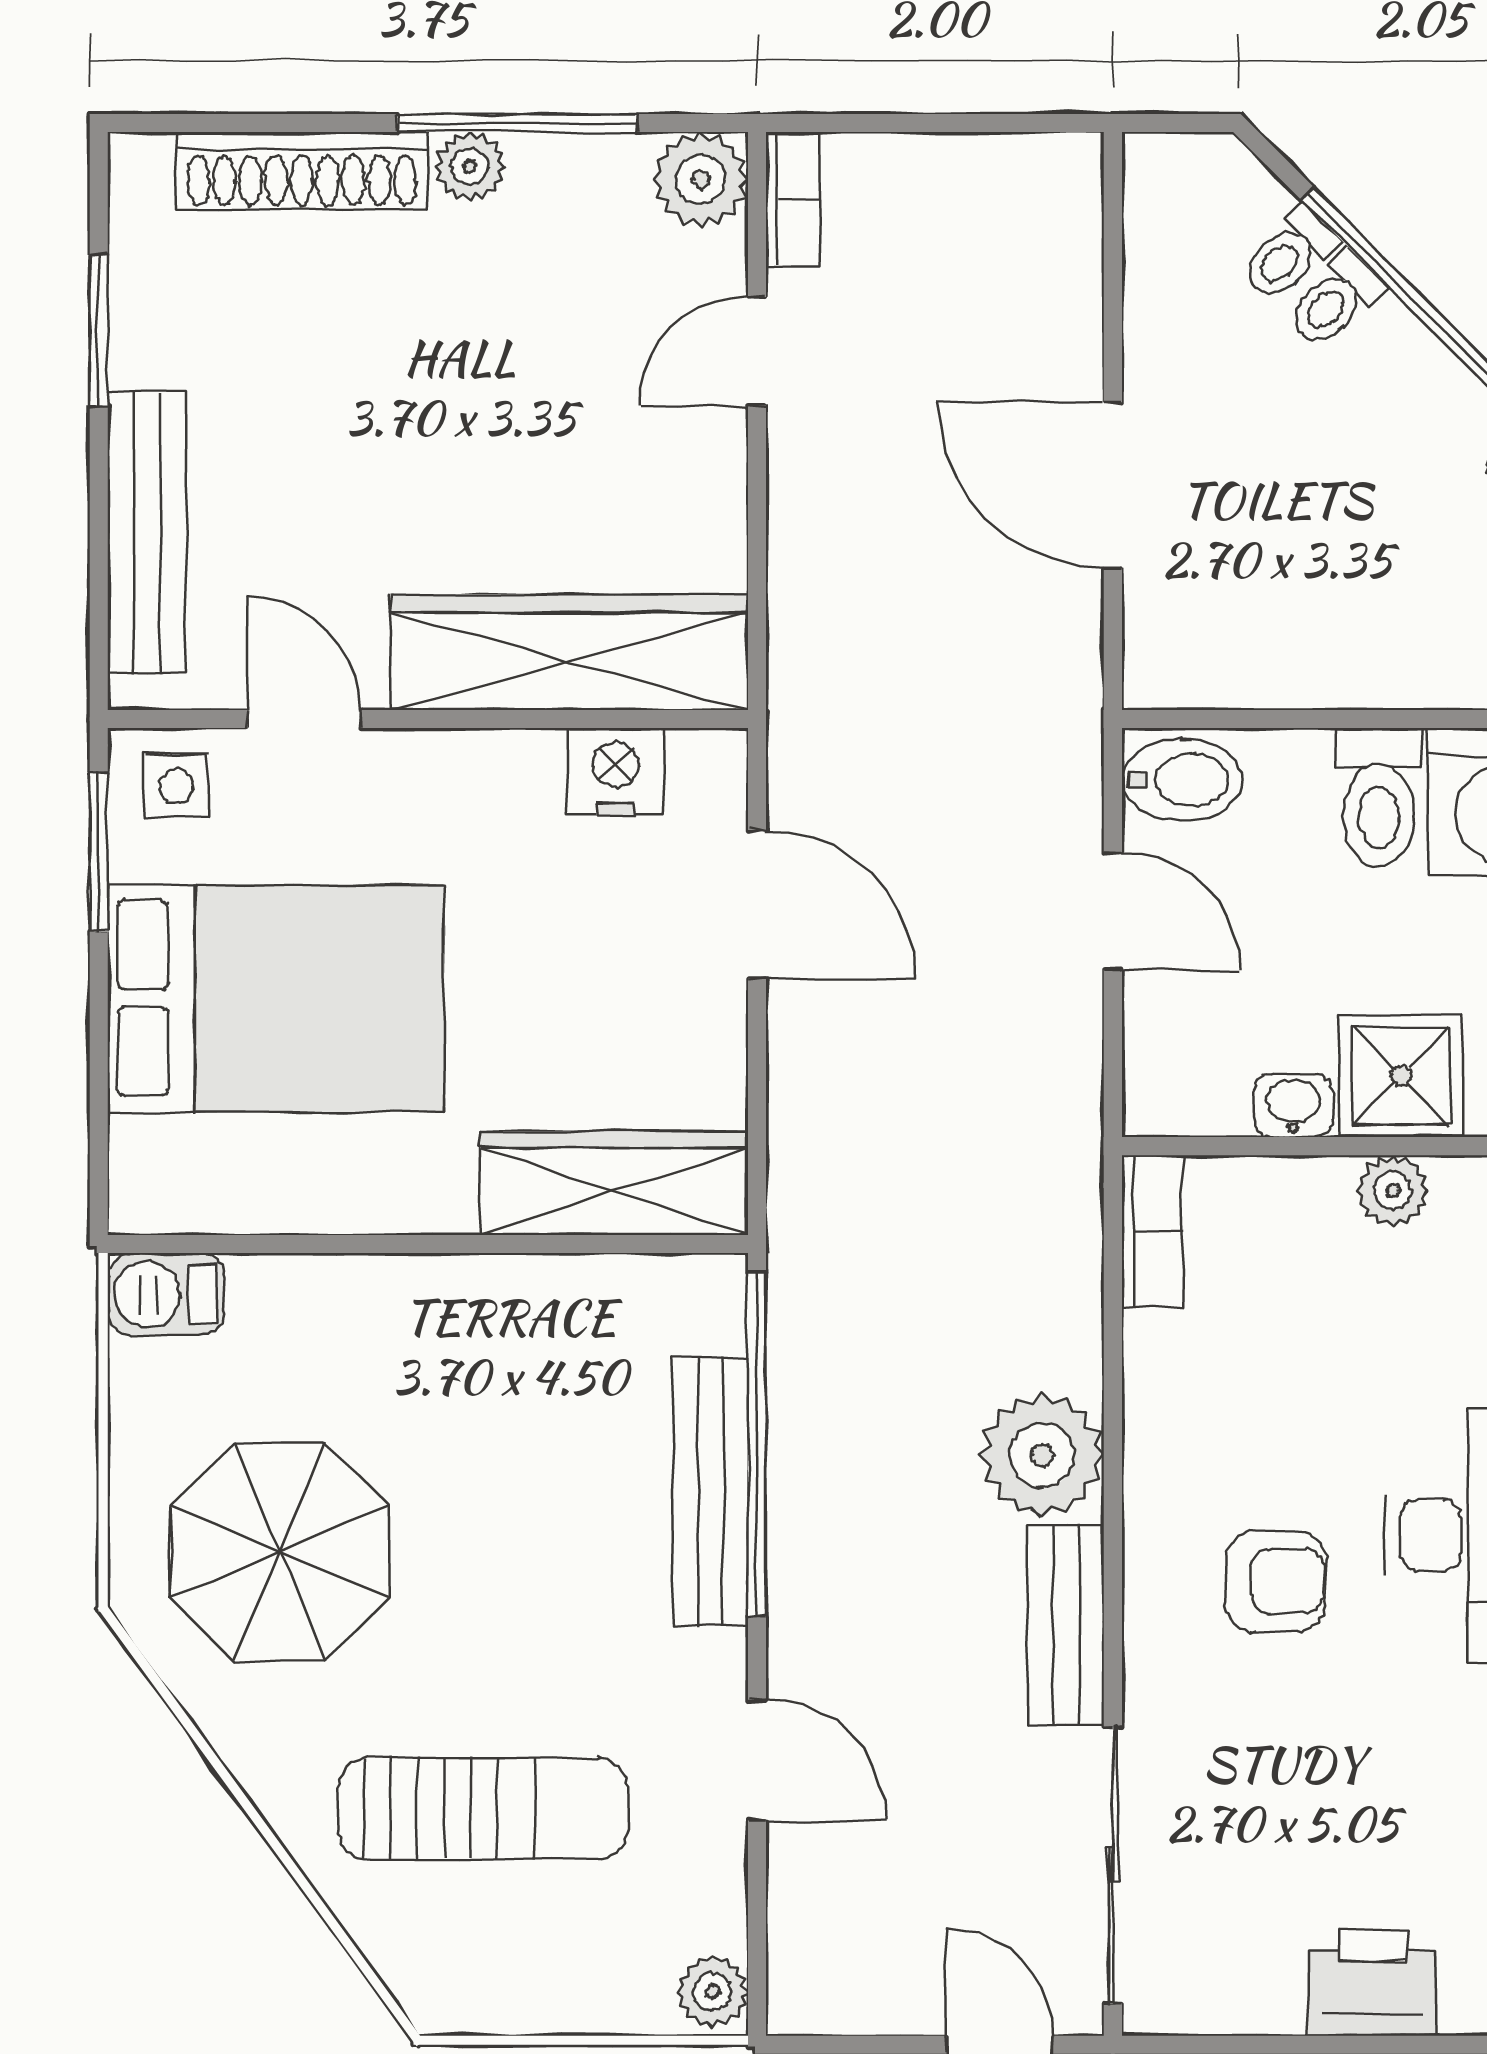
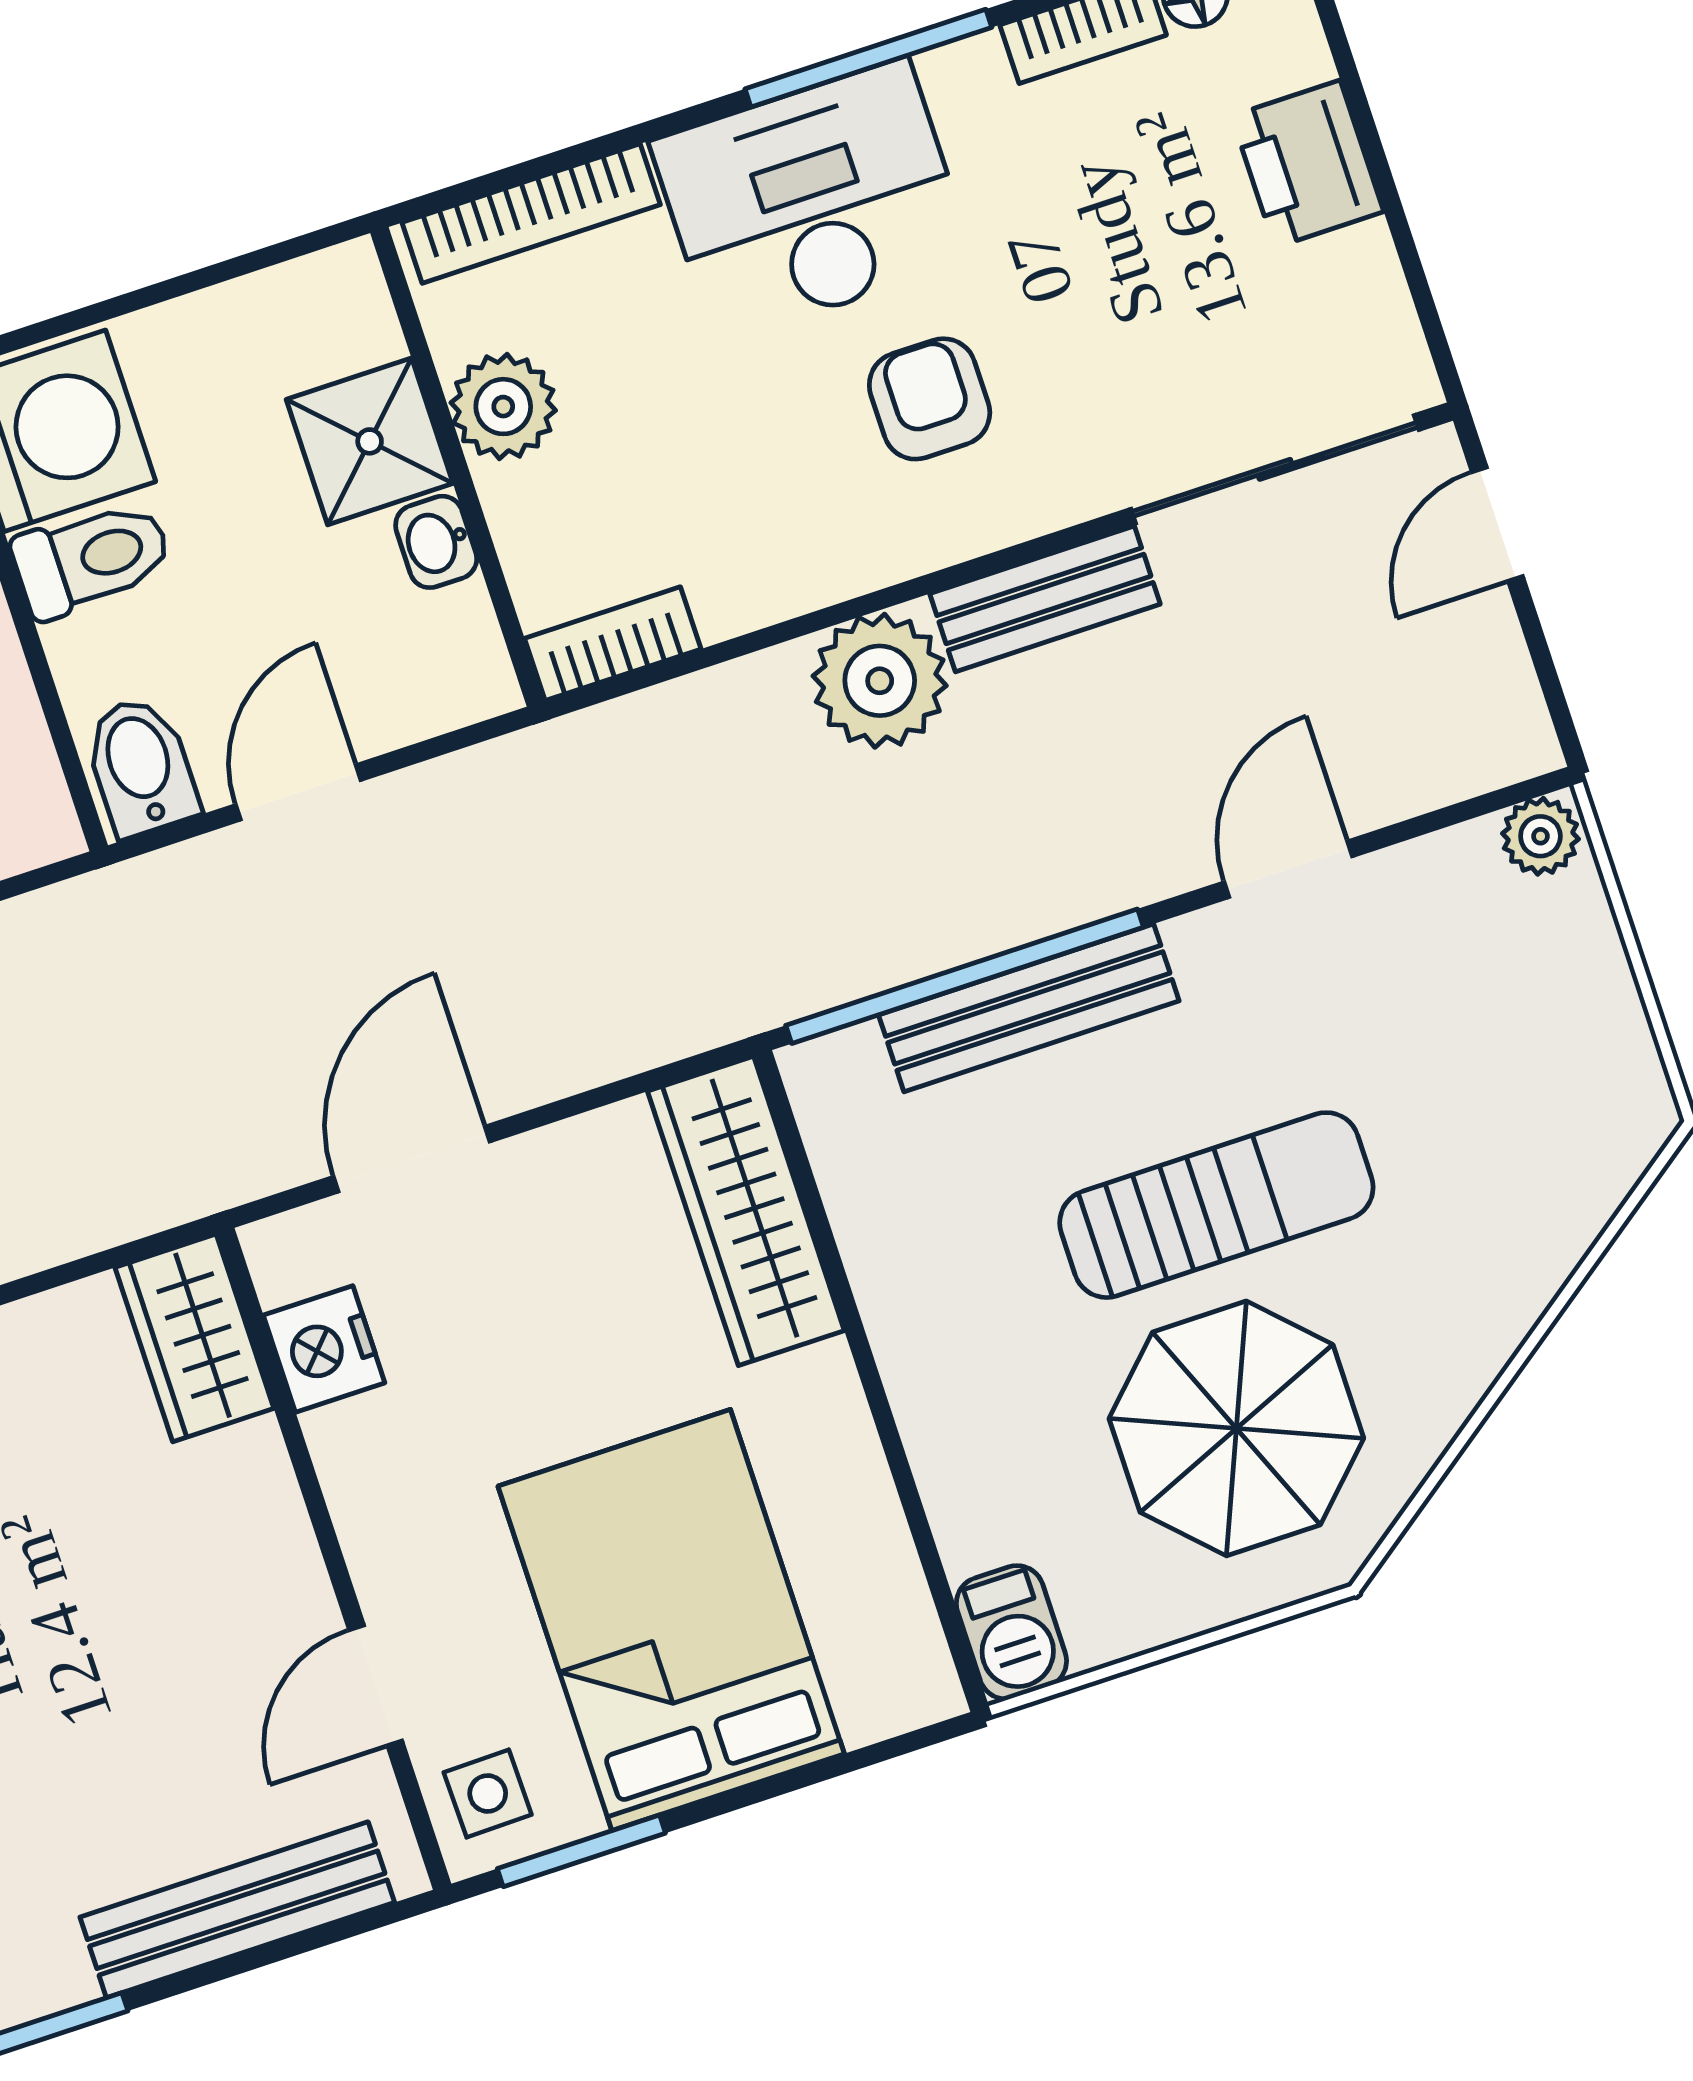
wardrobe: (569, 652) -> (194, 1338), width x0.48, depth x0.85
plant: (1393, 1190) -> (503, 407), width x1.38, depth x1.38
sun lounger: (483, 1809) -> (1216, 1205), moved, turned 90

